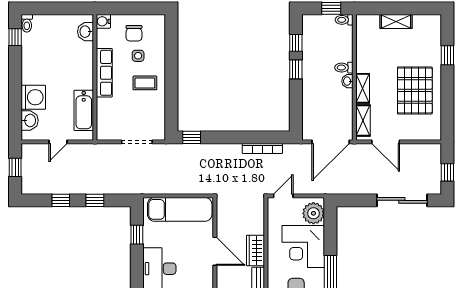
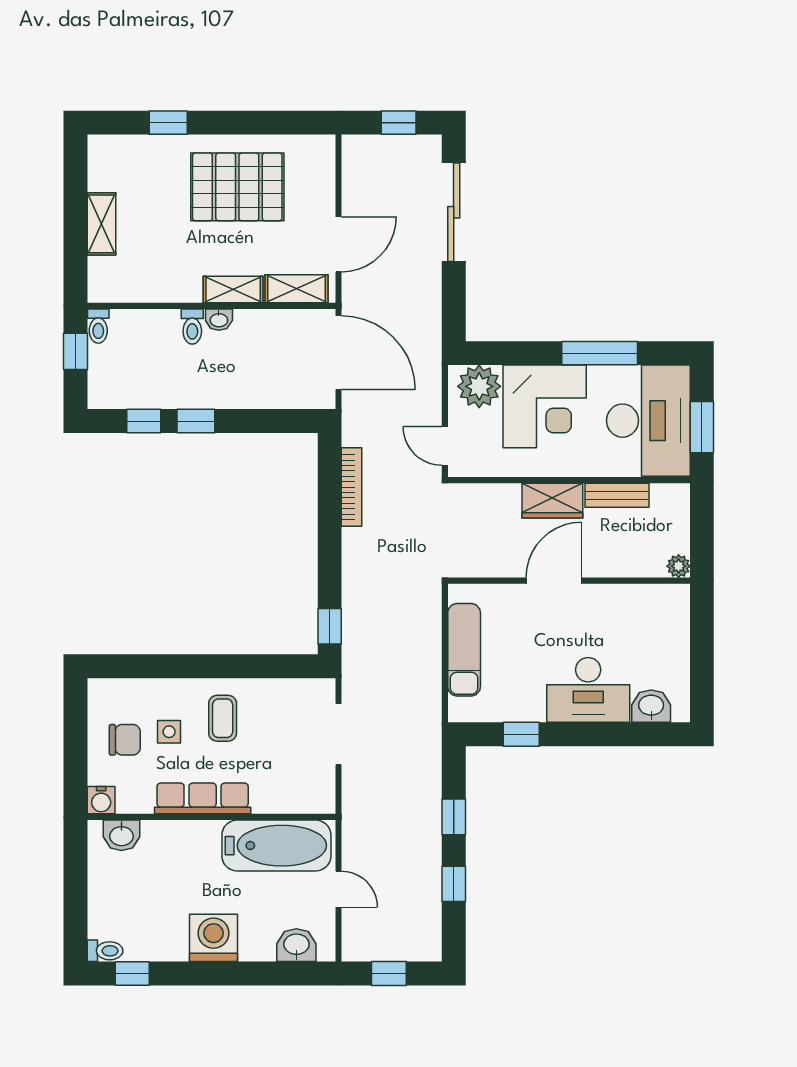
washing machine: (33, 97) -> (214, 938), moved
bathtub: (84, 110) -> (276, 846), width x1.36, depth x1.36
exam couch: (180, 209) -> (464, 650), width x0.73, depth x0.69

